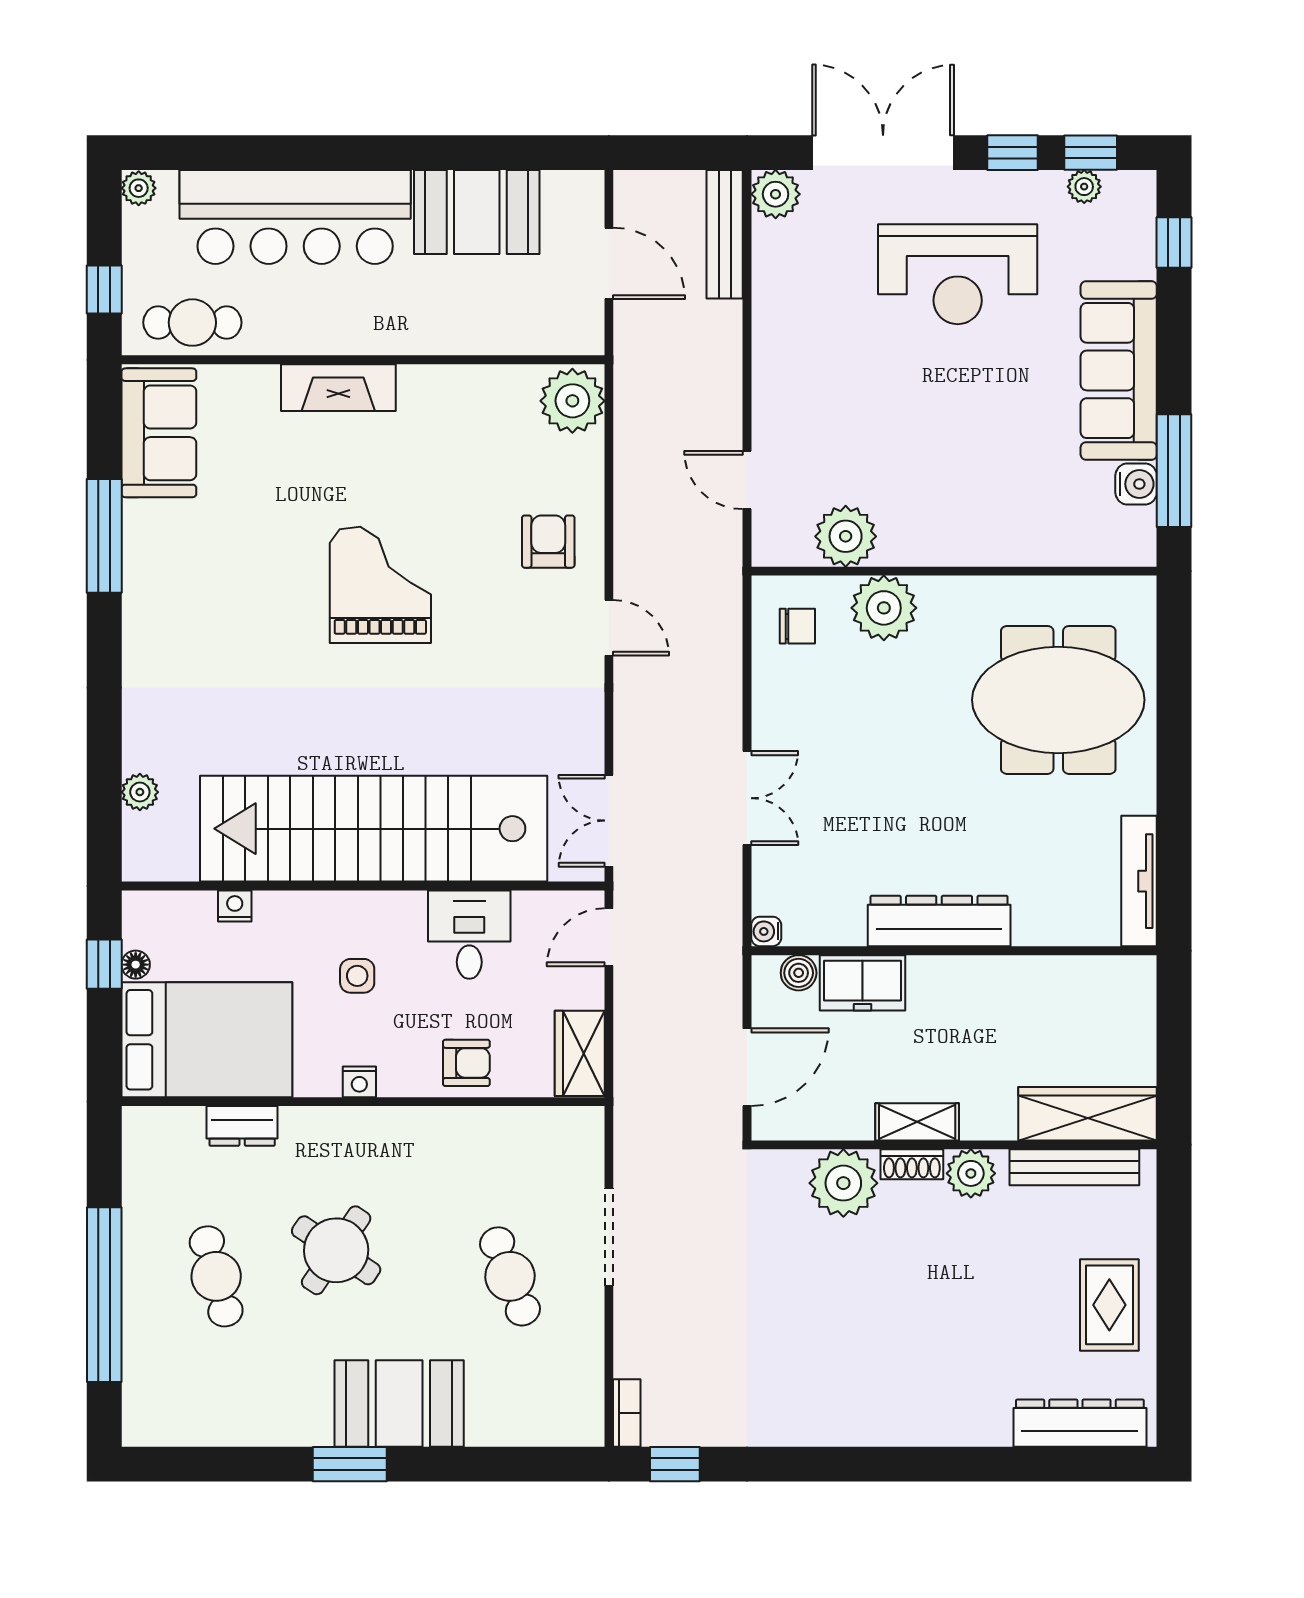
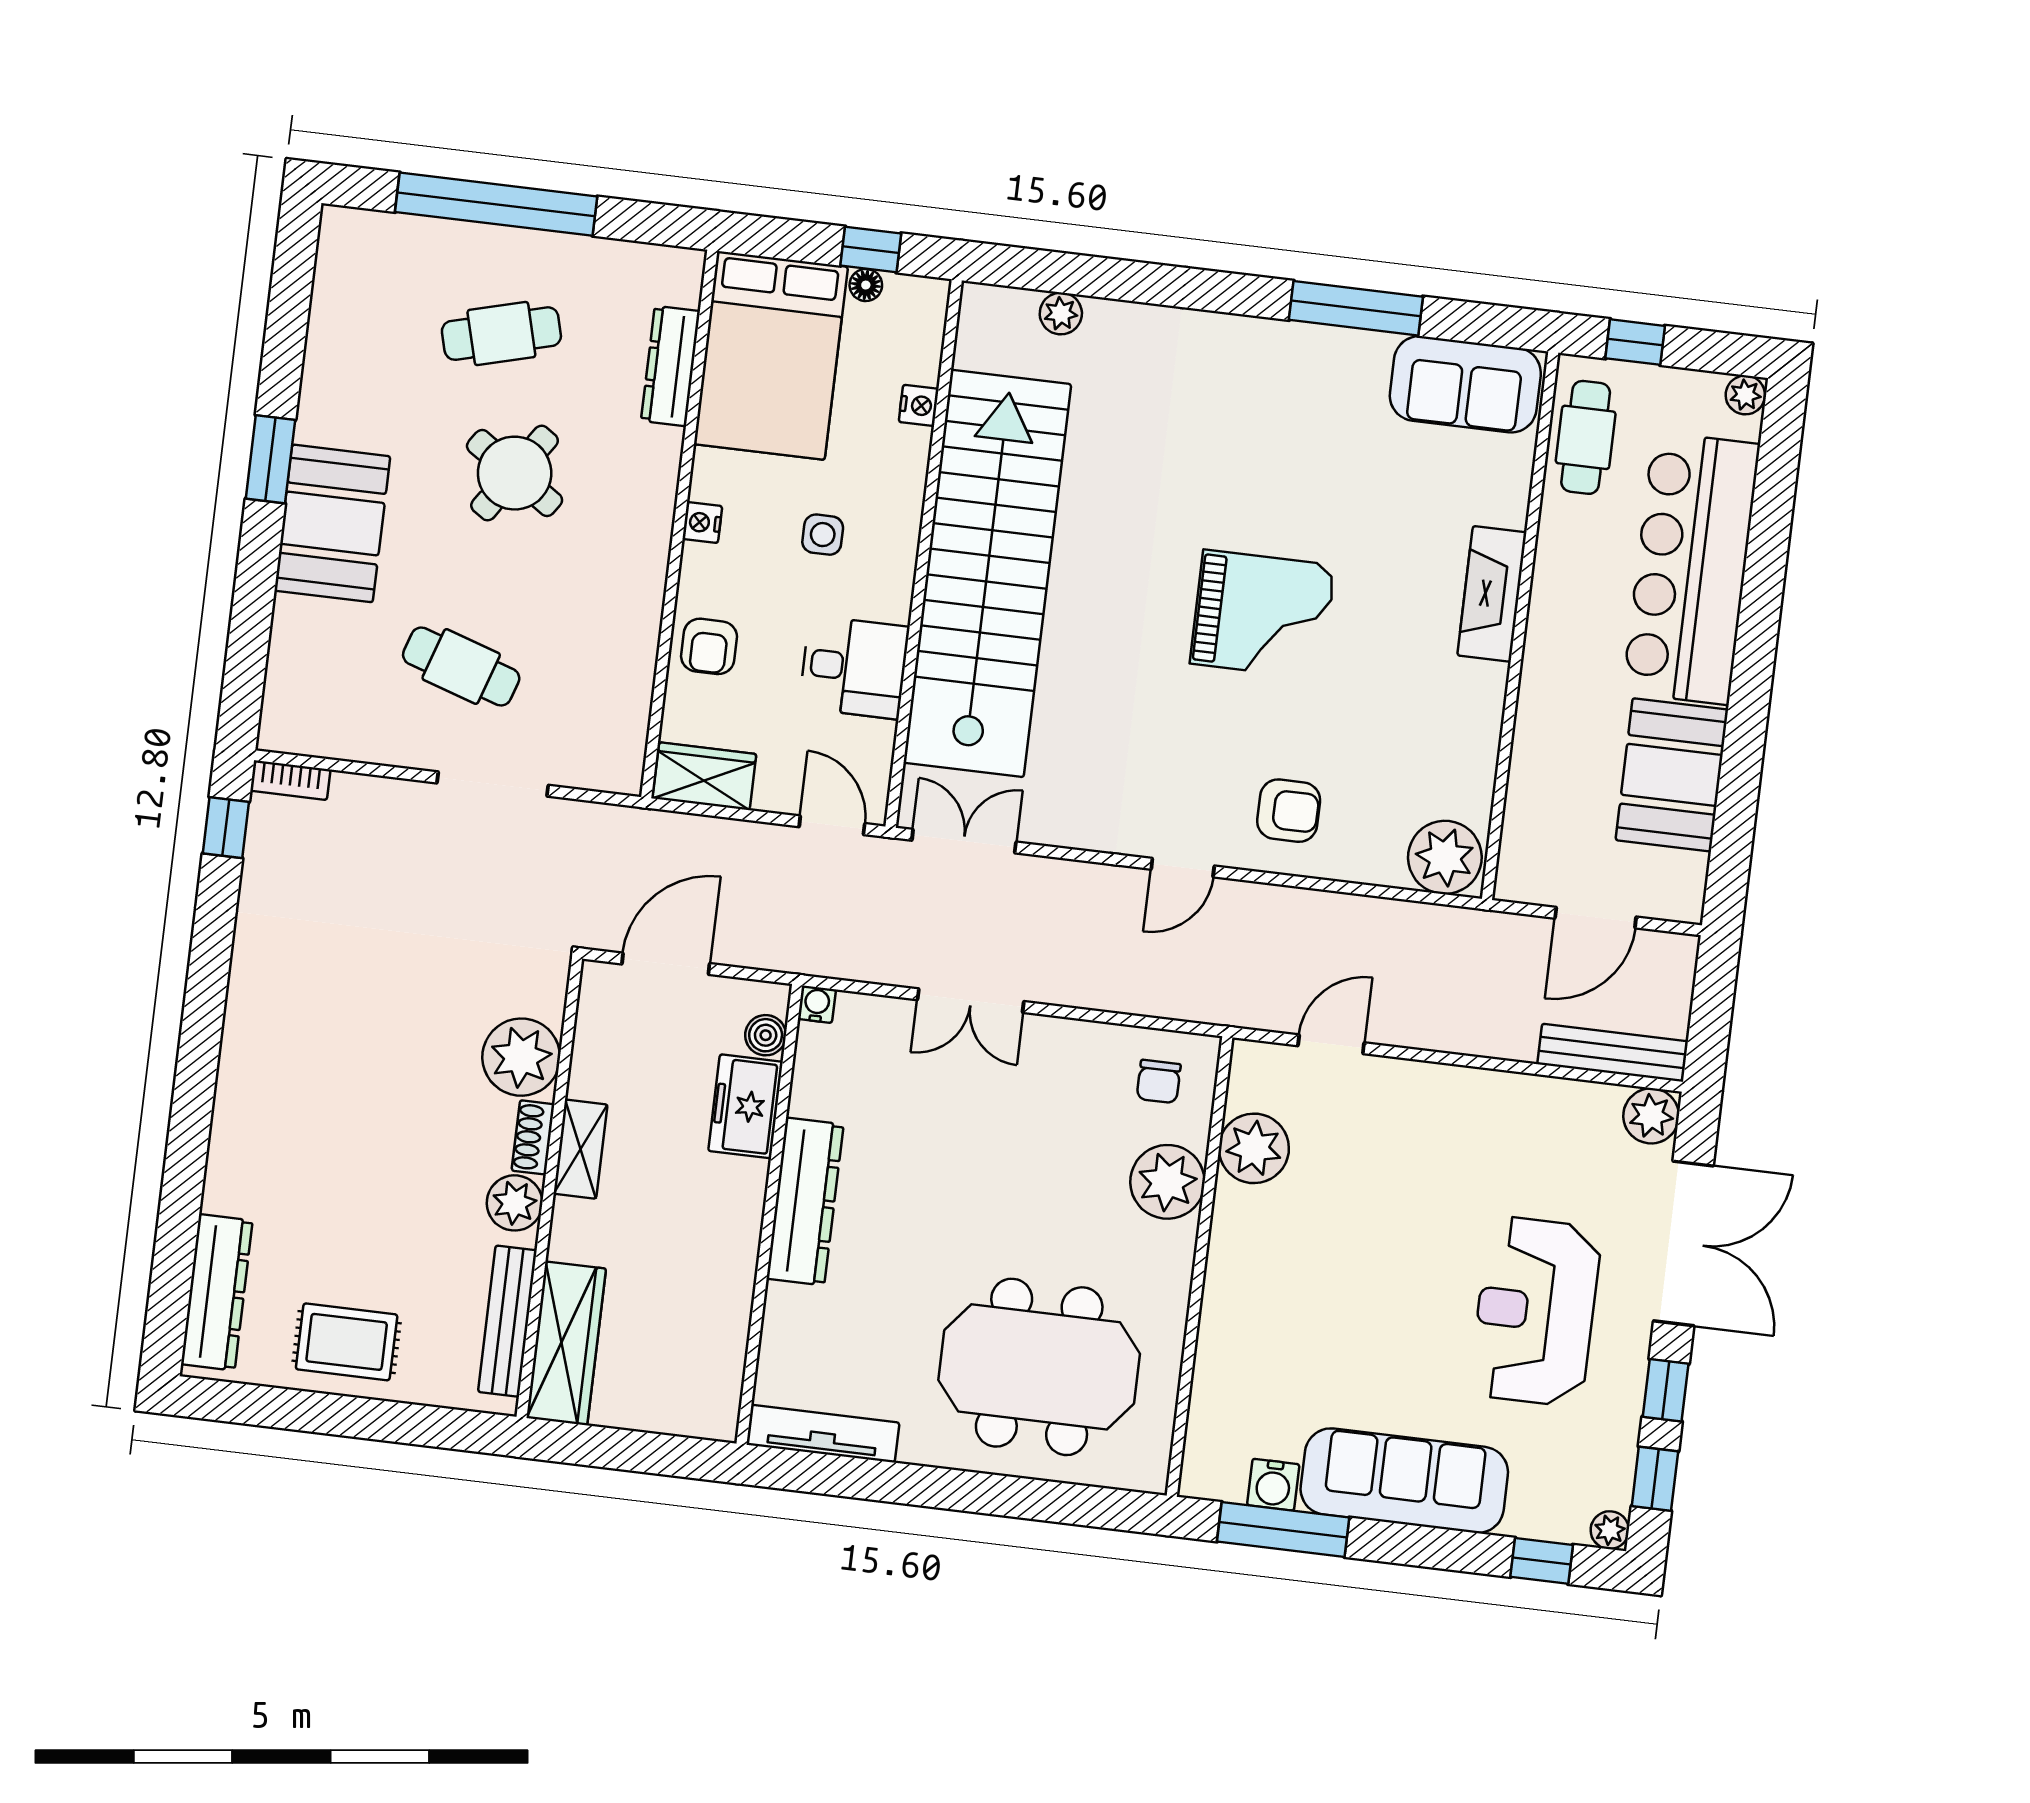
plant: (1084, 187) -> (1610, 1530), moved
meeting table: (1058, 700) -> (1039, 1367), turned 90
door: (747, 1067) -> (666, 964), swing flipped
dresser: (242, 1126) -> (671, 366), width x1.44
cafe table: (510, 1276) -> (461, 667), turned 39

